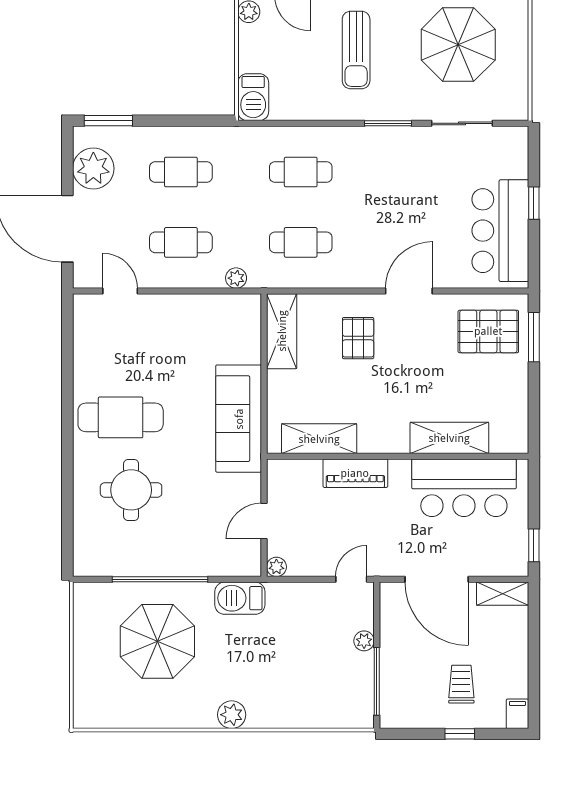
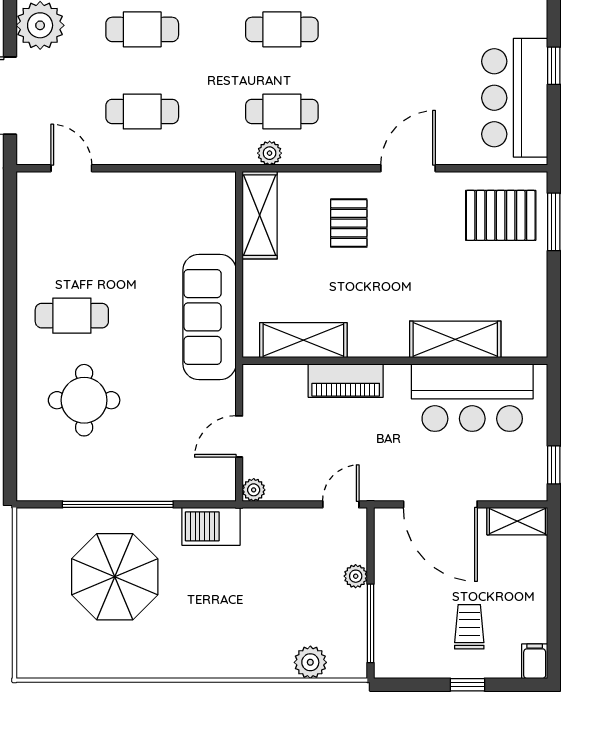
plant: (236, 278) -> (270, 153), moved
cafe table: (121, 417) -> (72, 316), width x0.73, depth x0.74
plant: (232, 715) -> (310, 662), moved

